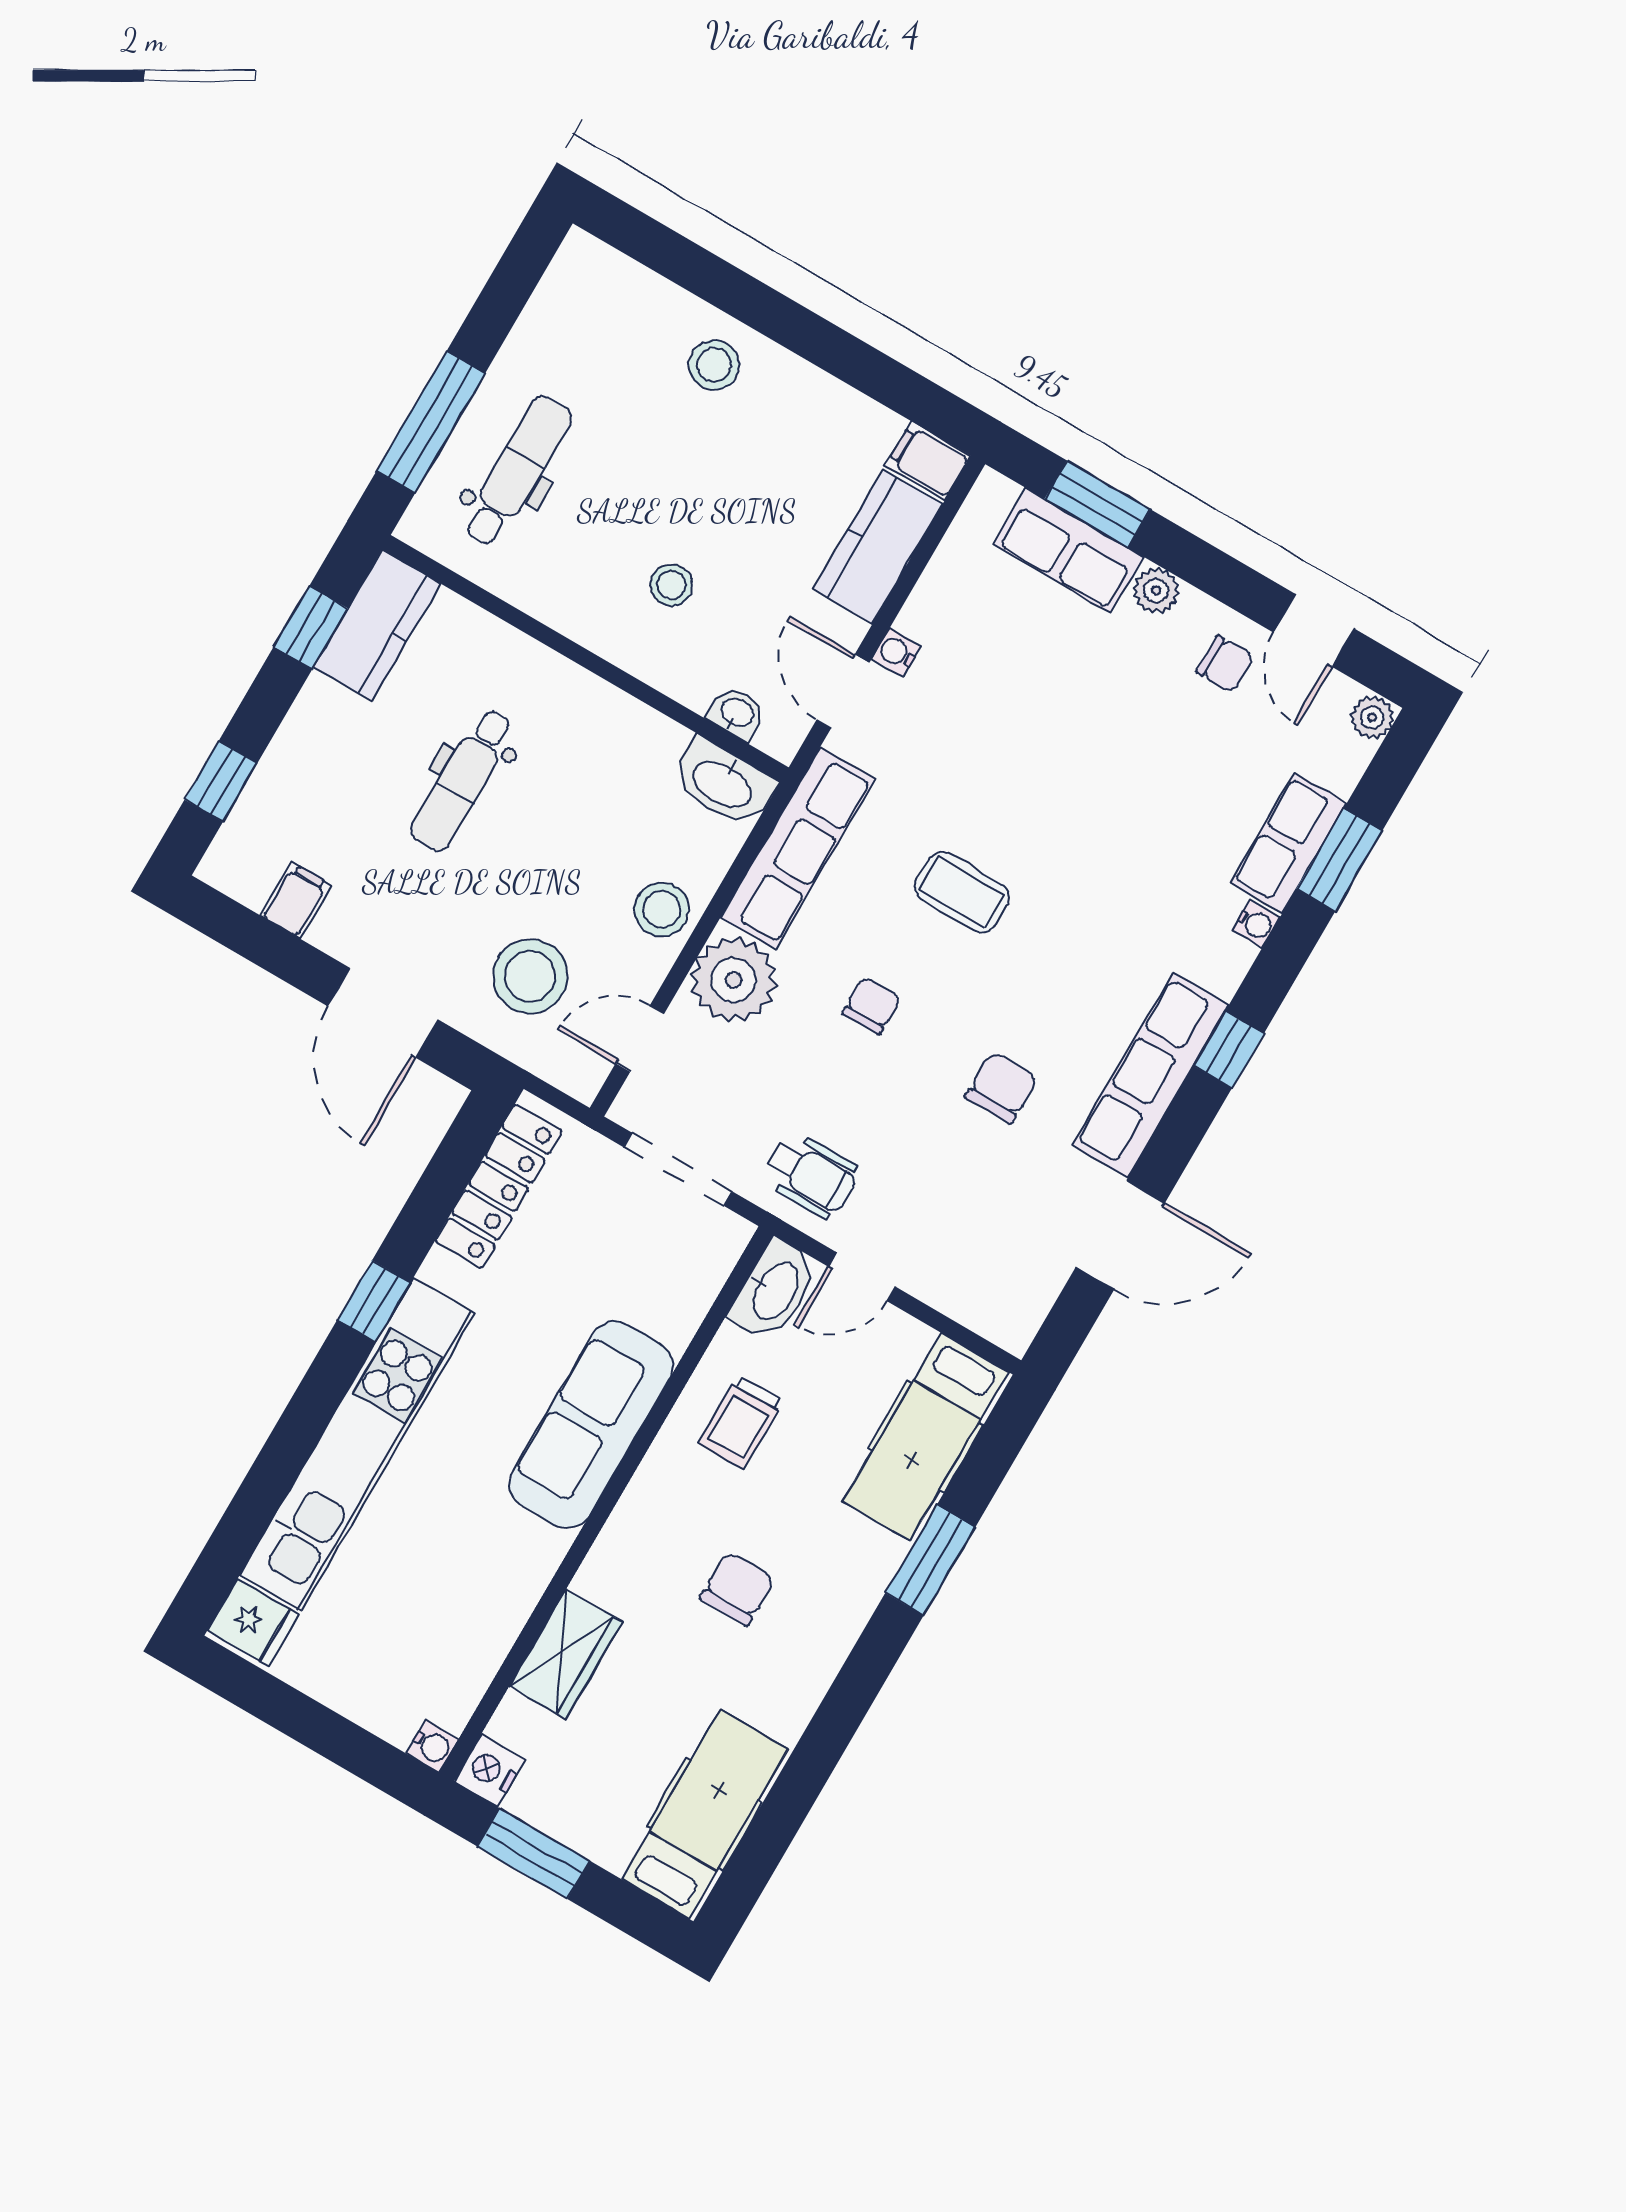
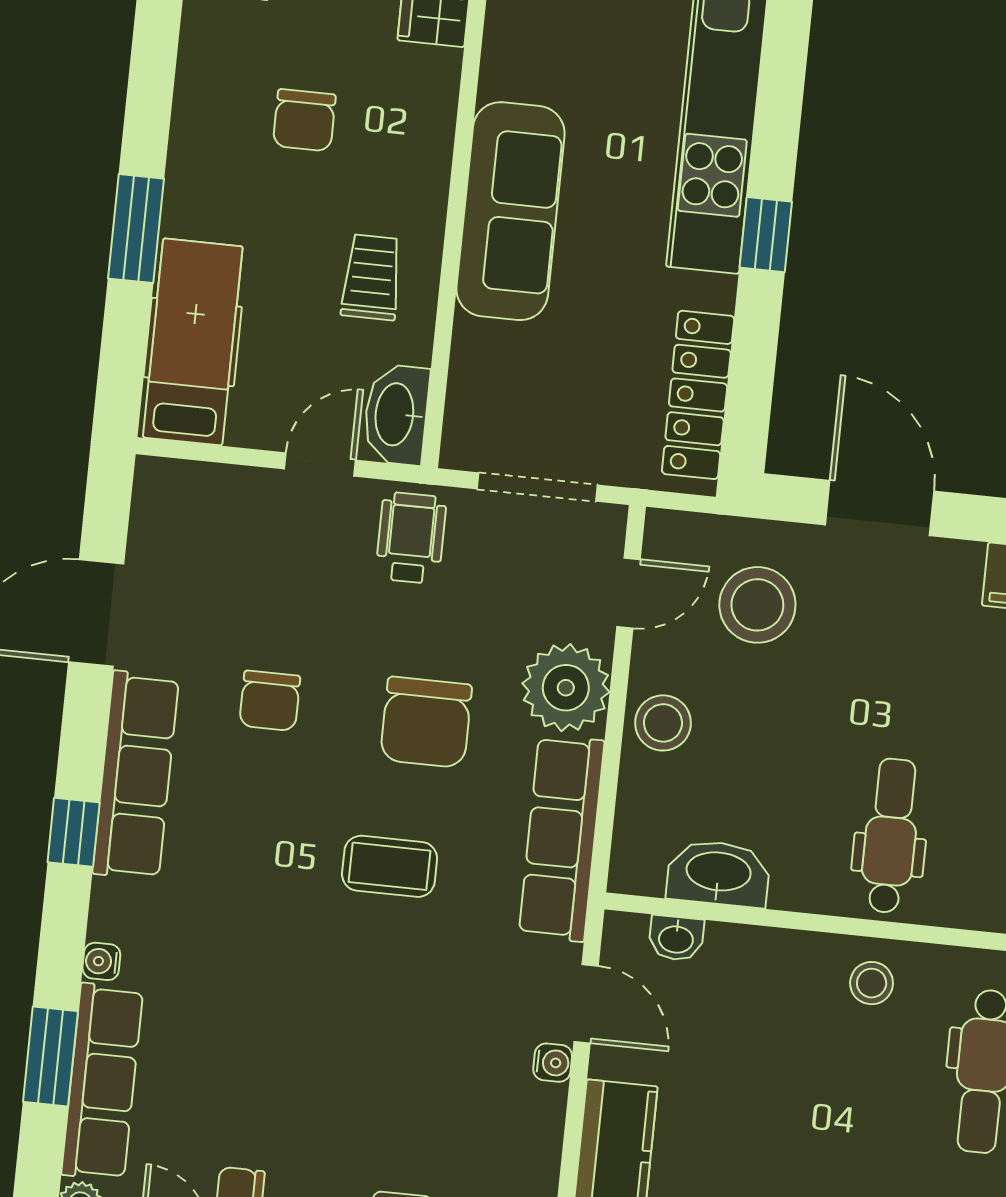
stool: (671, 585) -> (872, 983), moved
dental chair: (462, 780) -> (891, 836), moved
washbasin: (723, 783) -> (718, 873), moved
row of seats: (1288, 843) -> (102, 1082), width x1.48
chair: (872, 1005) -> (426, 722), width x1.87, depth x1.87
wheelchair: (811, 1175) -> (411, 538), turned 90

